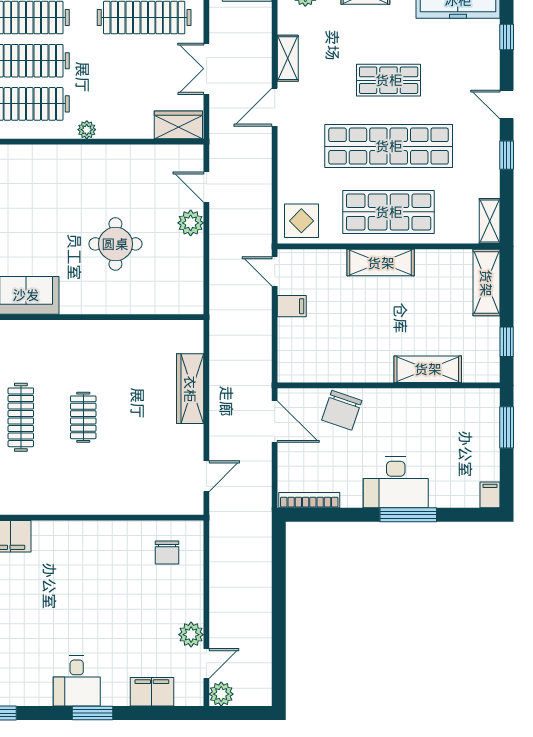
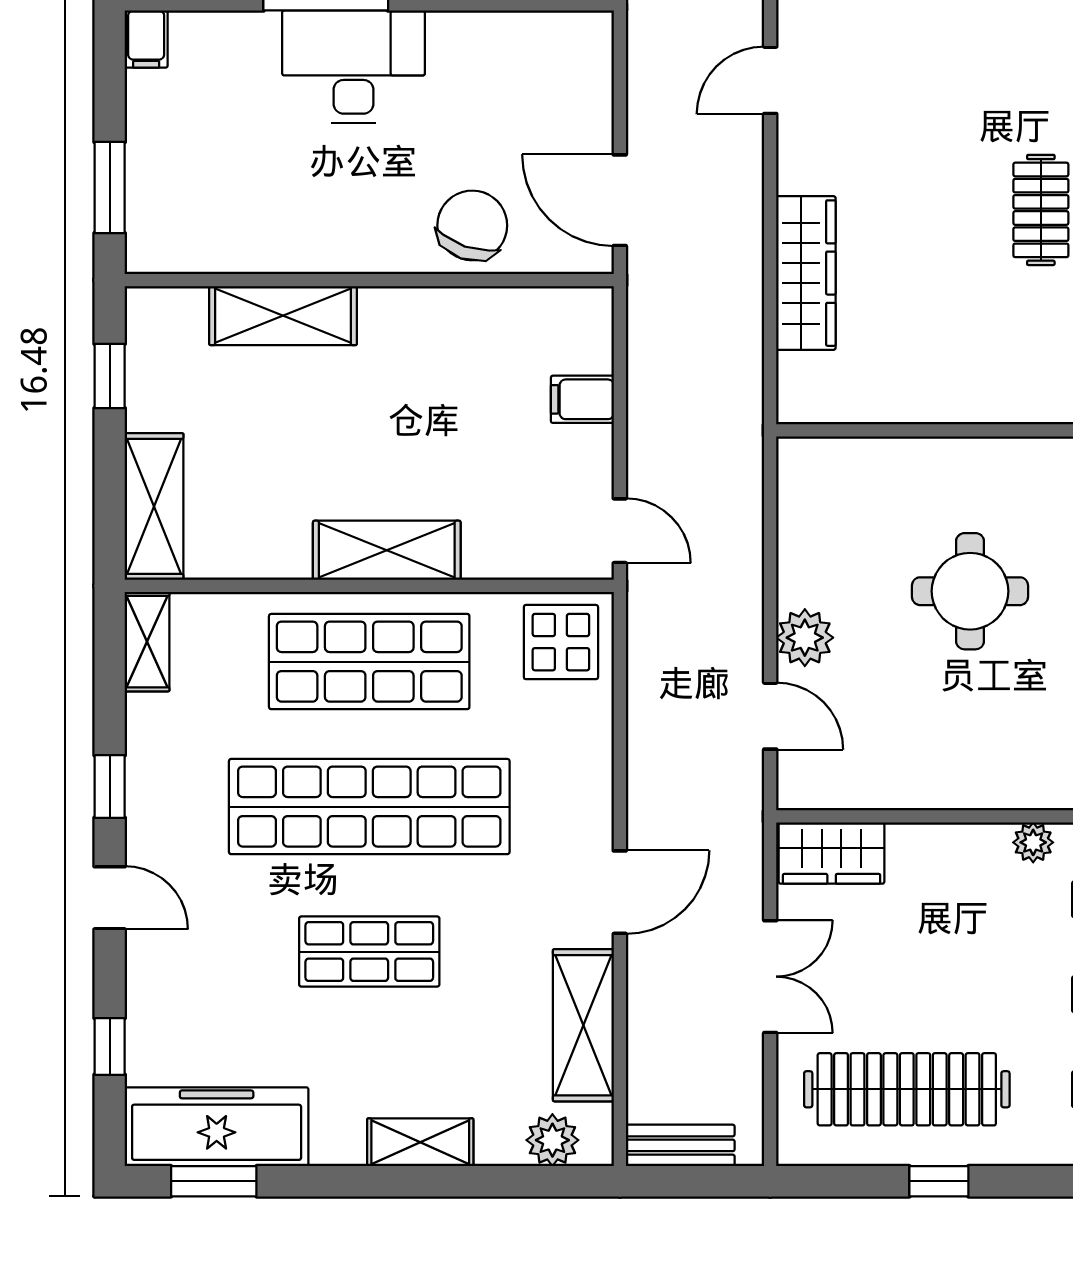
shelving: (288, 58) -> (583, 1025), width x1.50, depth x1.33
filing cabinet: (292, 306) -> (582, 399), moved
bookcase: (309, 500) -> (544, 28), removed

